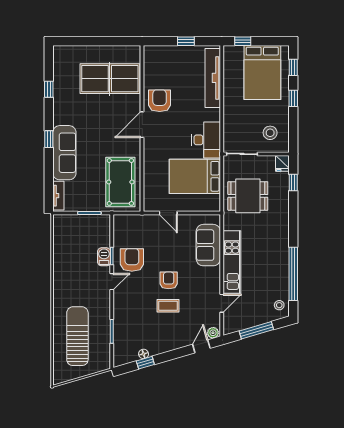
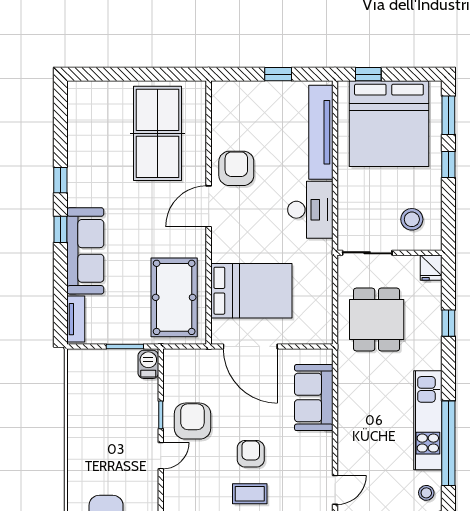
window: (293, 67) -> (448, 115), width x1.50
bed: (262, 73) -> (389, 124), width x1.36
table tennis table: (110, 79) -> (157, 133), turned 90
window: (49, 89) -> (60, 180), moved
desk: (206, 140) -> (310, 210), moved
bed: (195, 176) -> (251, 291), moved, turned 180
window: (293, 182) -> (448, 323), moved
dining table: (248, 196) -> (377, 319), turned 90
door: (168, 213) -> (250, 347), width x1.88
barbecue: (104, 257) -> (148, 364), moved
kitchen unit: (232, 262) -> (428, 420), moved, turned 180

